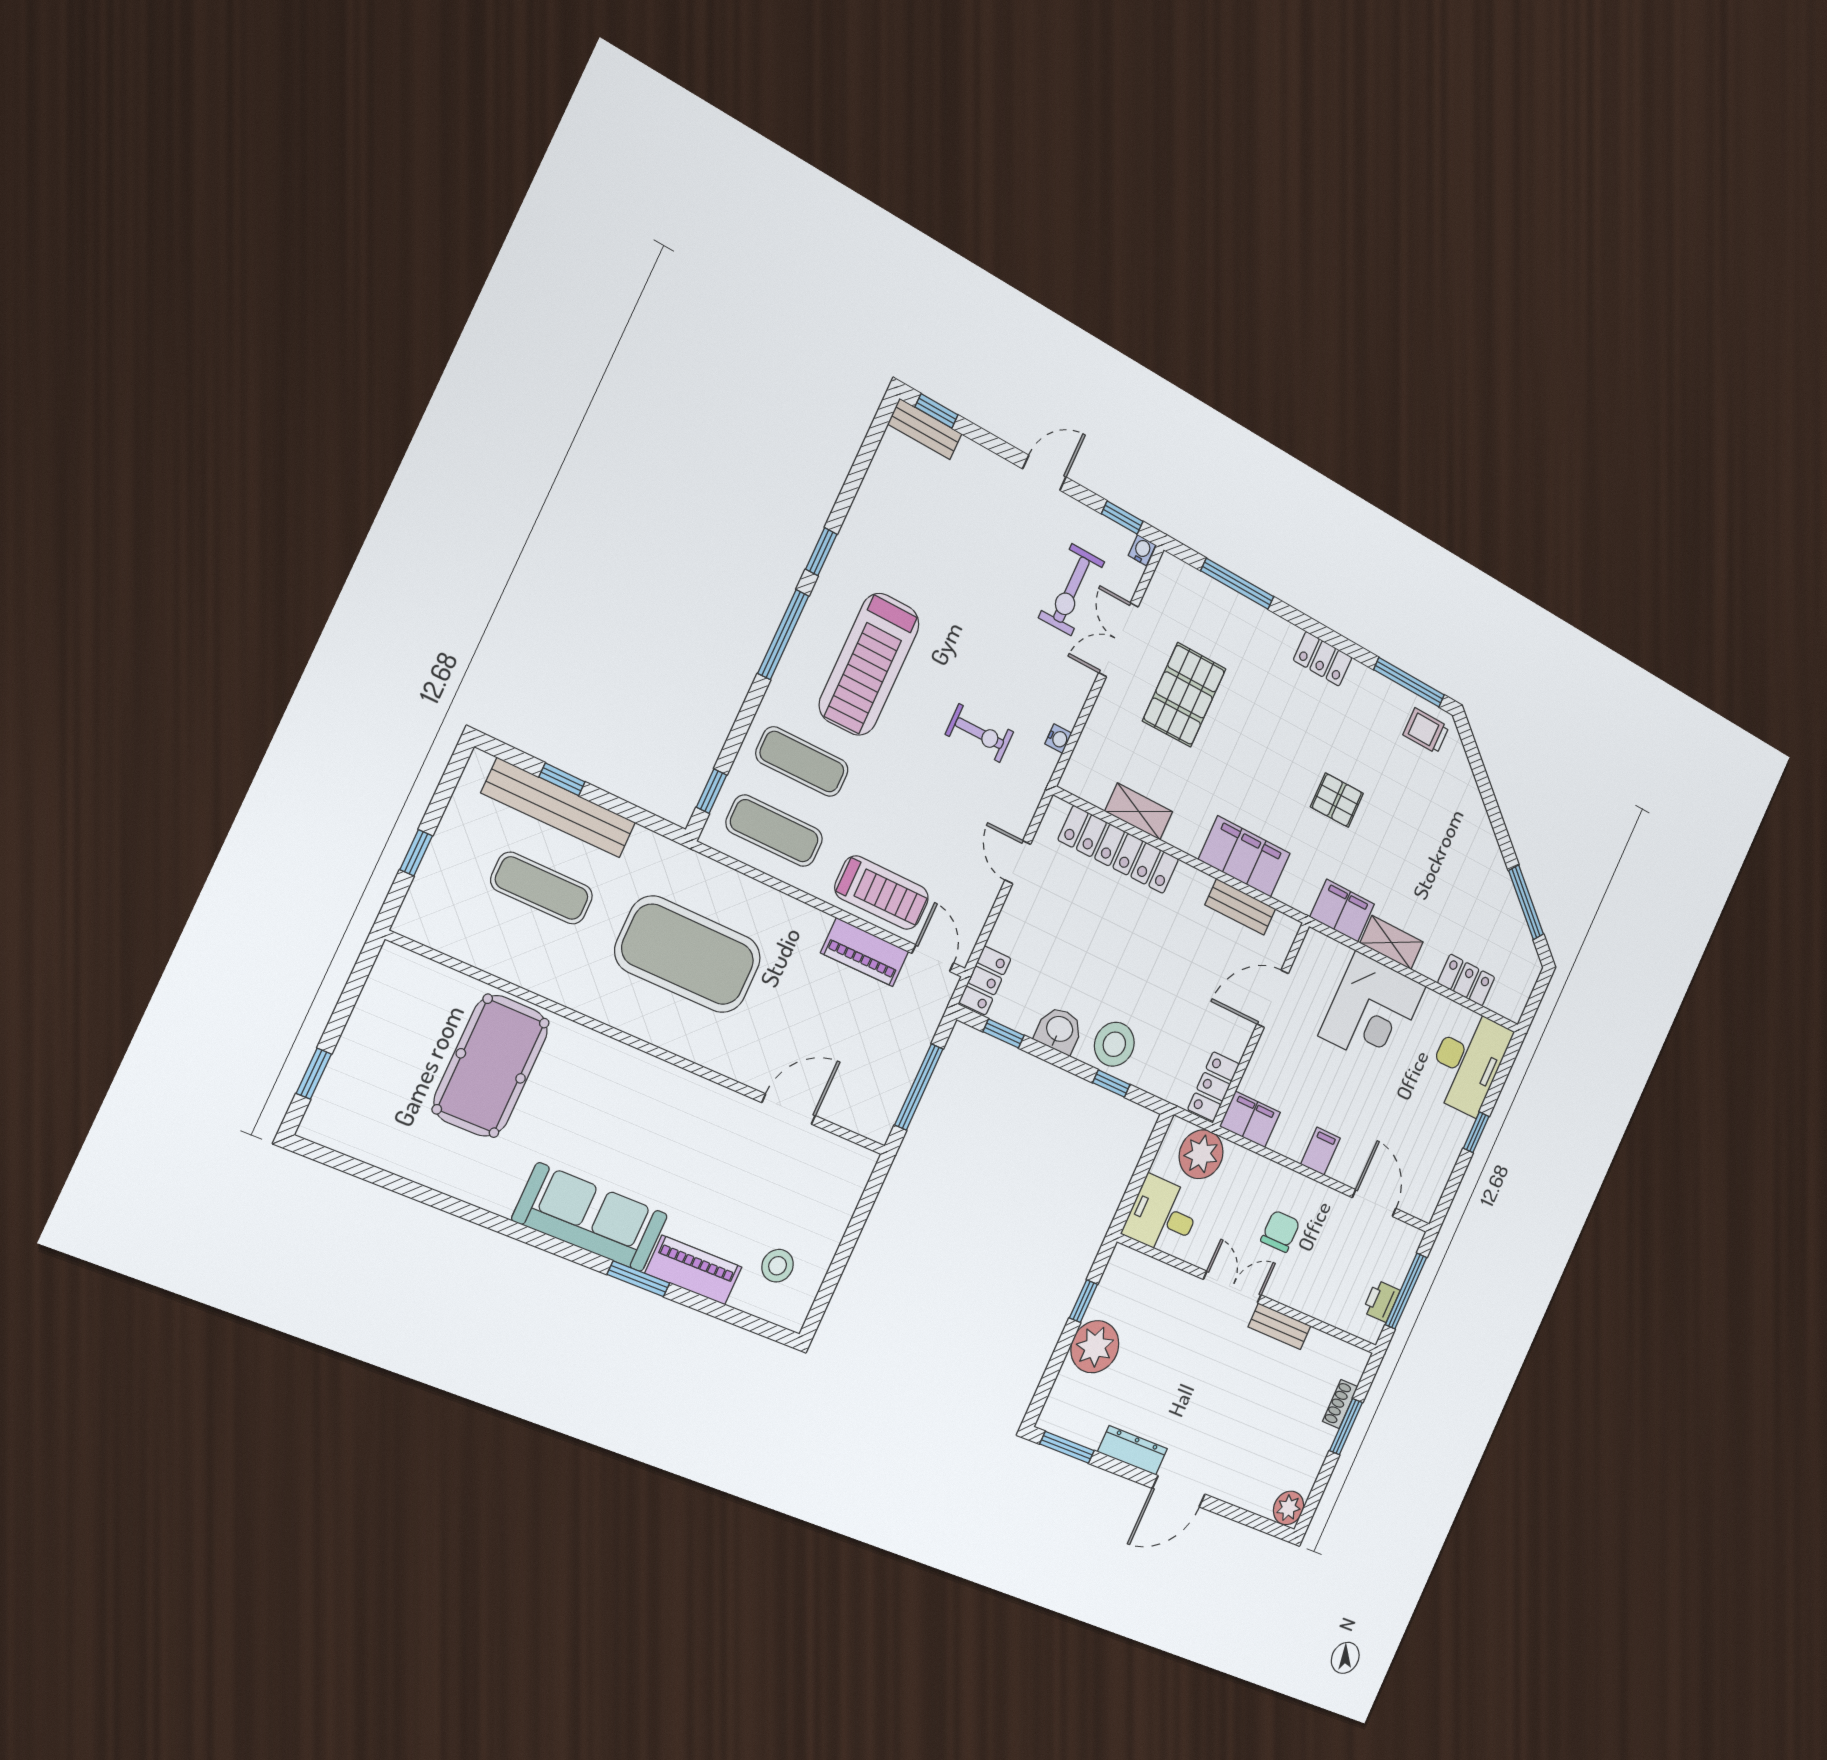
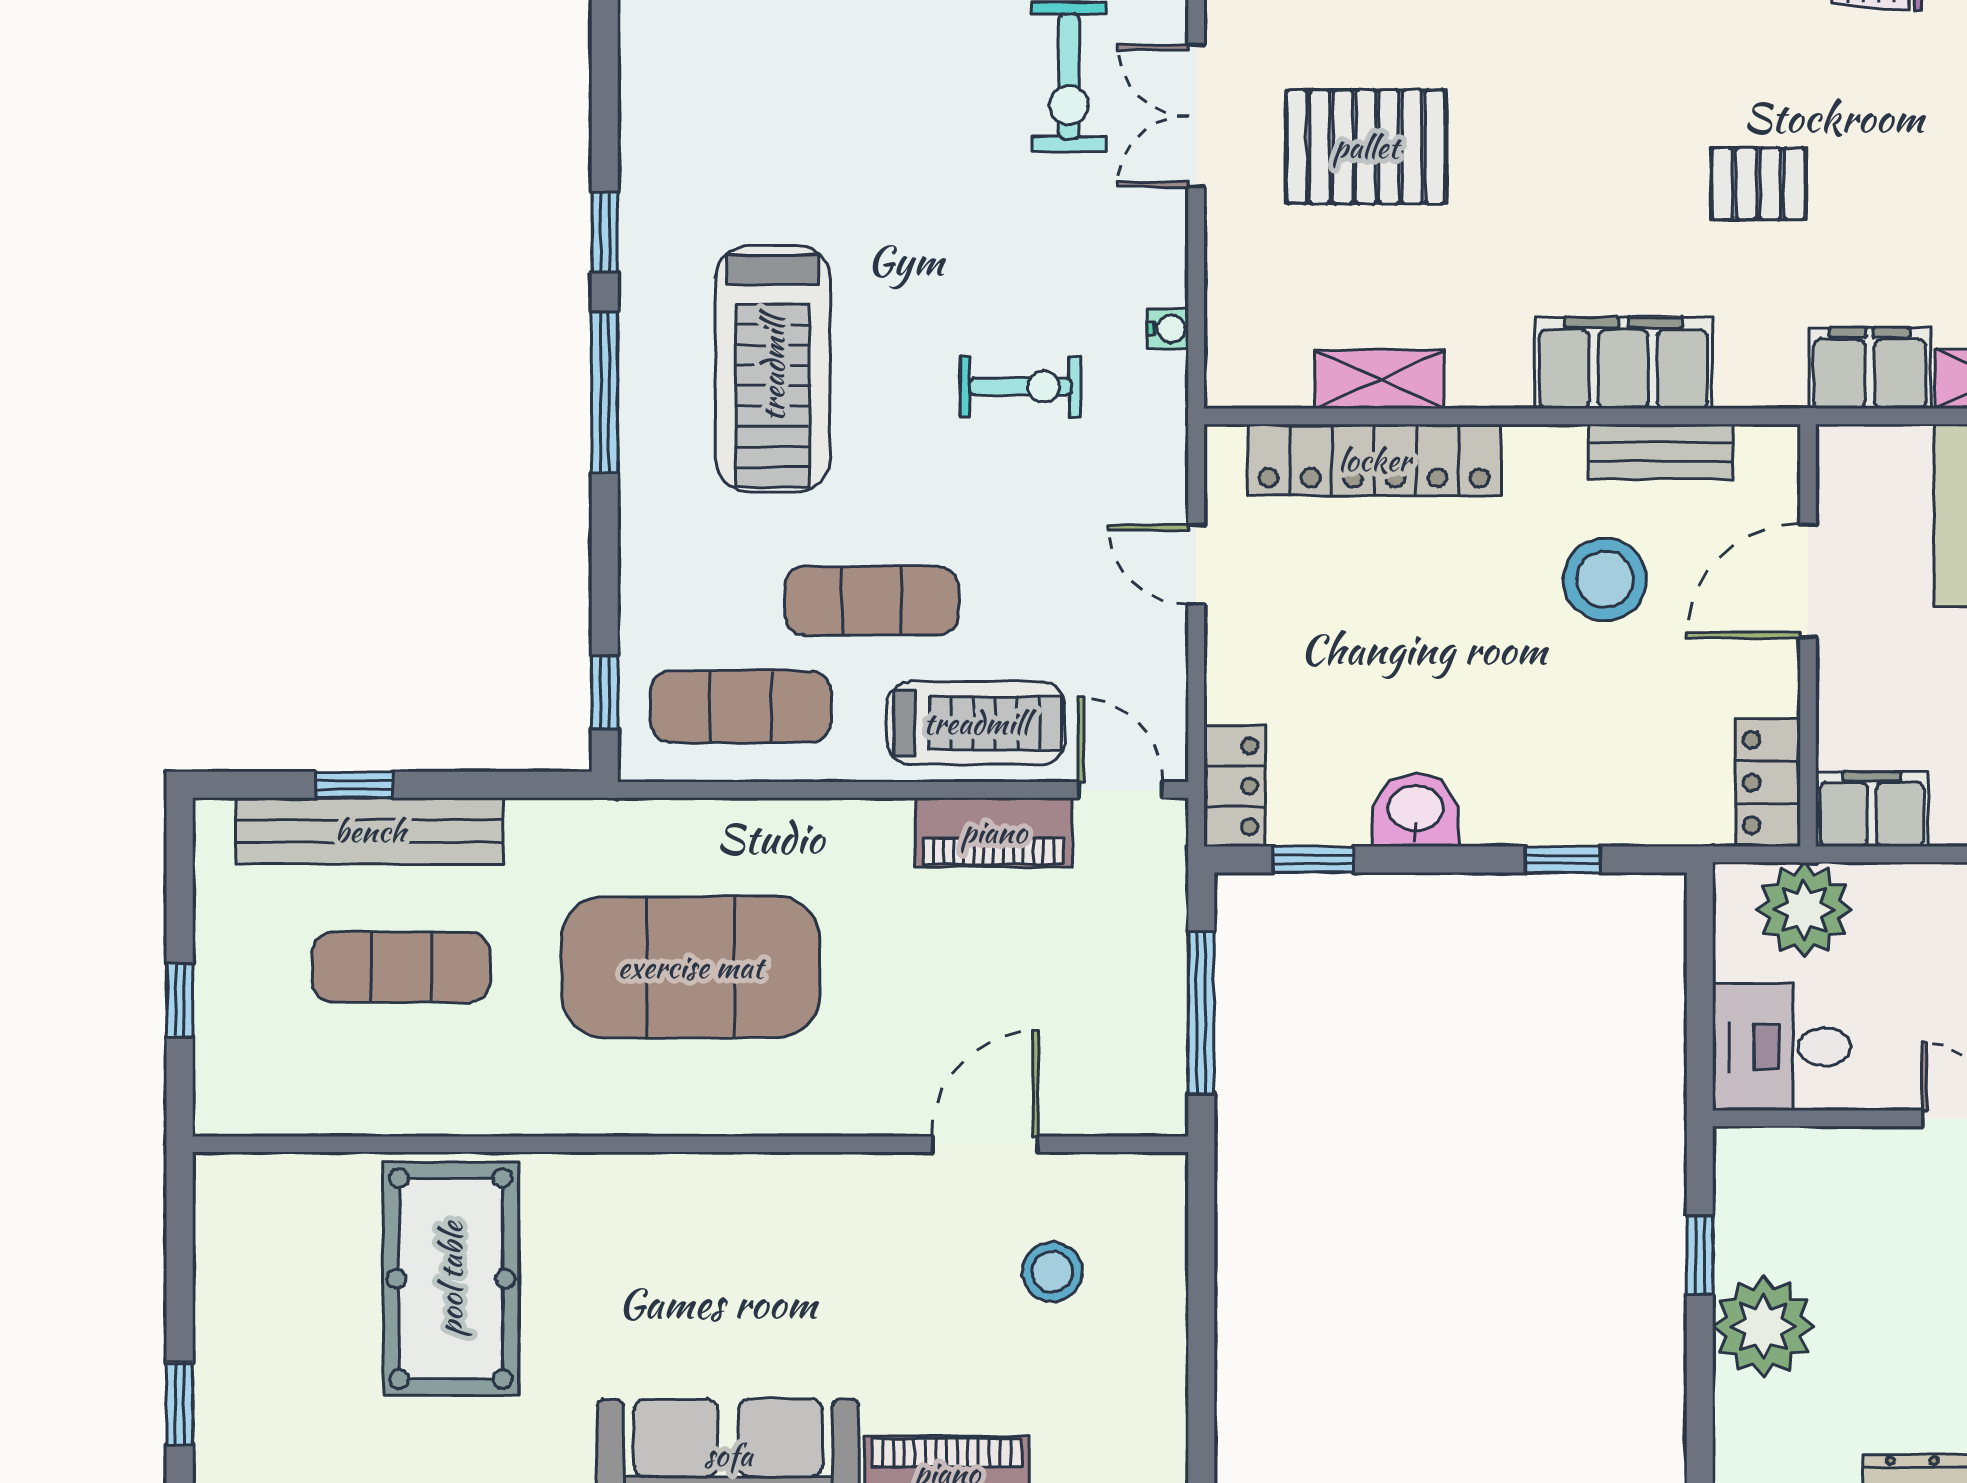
pallet: (1184, 695) -> (1366, 147), turned 90
exercise mat: (802, 762) -> (871, 601), moved
stool: (1114, 1044) -> (1605, 579), moved
stool: (778, 1266) -> (1052, 1272), moved

